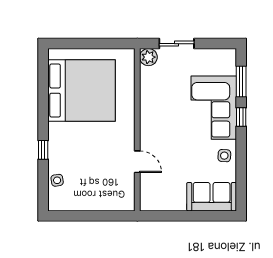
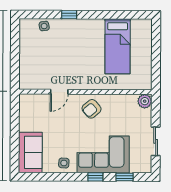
sliding door: (177, 44) -> (156, 141), moved
window: (241, 82) -> (124, 177), width x0.67
bed: (82, 91) -> (118, 46), width x0.49
armchair: (158, 122) -> (92, 109), added

